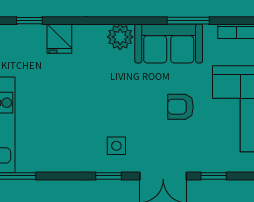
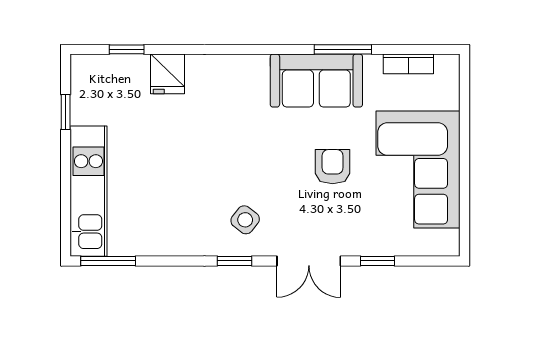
plant: (120, 37) -> (250, 72), removed
armchair: (181, 107) -> (333, 167), turned 90
side table: (116, 146) -> (245, 220), turned 38

